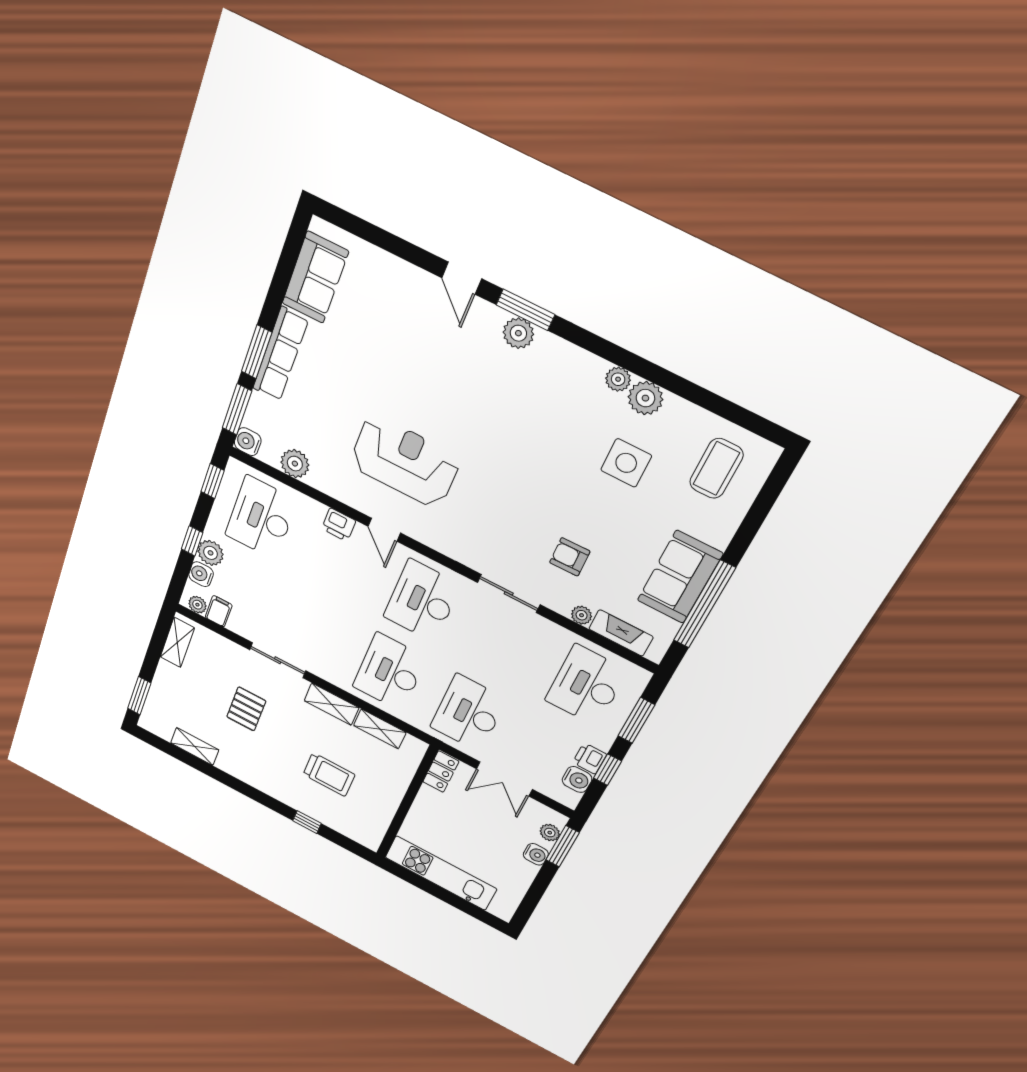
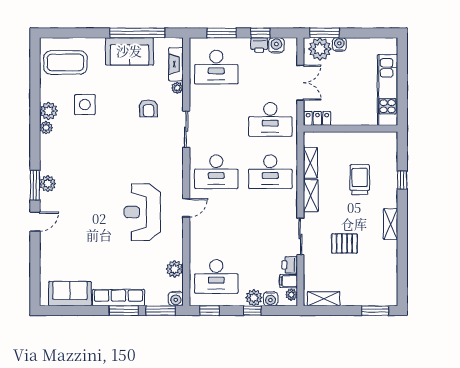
coffee table: (716, 468) -> (65, 62), width x1.36, depth x1.32
printer: (339, 525) -> (290, 265), moved, turned 180
shelving: (195, 746) -> (391, 224), moved
plant: (550, 833) -> (320, 49), width x1.87, depth x1.87

